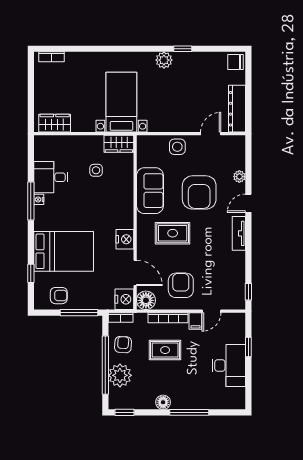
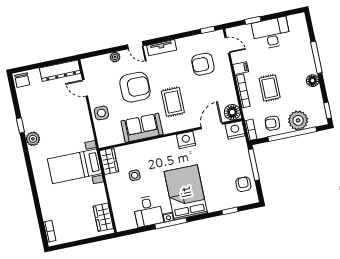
bed: (64, 251) -> (186, 192), moved
armchair: (181, 285) -> (203, 64), moved
door: (212, 311) -> (227, 45), moved

